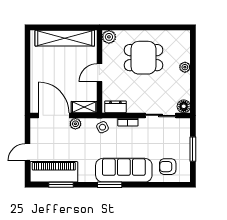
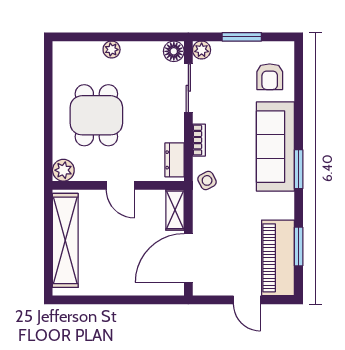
plant: (75, 124) -> (202, 50), moved

